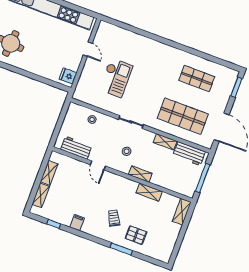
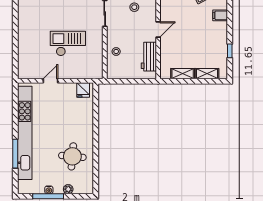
filing cabinet: (77, 223) -> (220, 15), moved

